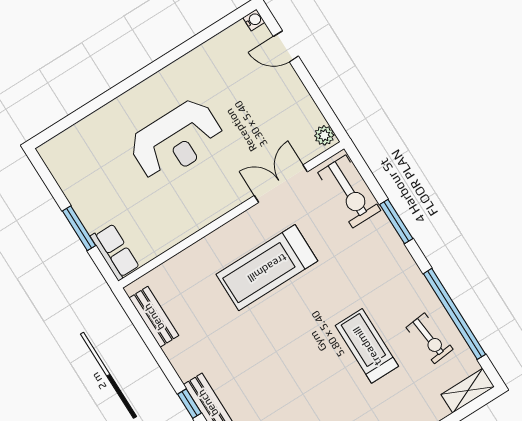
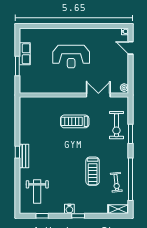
exercise bike: (349, 191) -> (116, 125), moved
row of seats: (115, 252) -> (25, 54), moved
treadmill: (267, 268) -> (75, 121), width x0.73, depth x0.73
bench: (154, 317) -> (24, 114), removed
treadmill: (367, 346) -> (93, 171), turned 180

